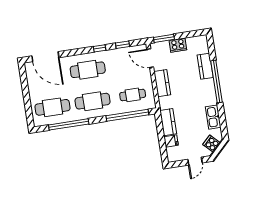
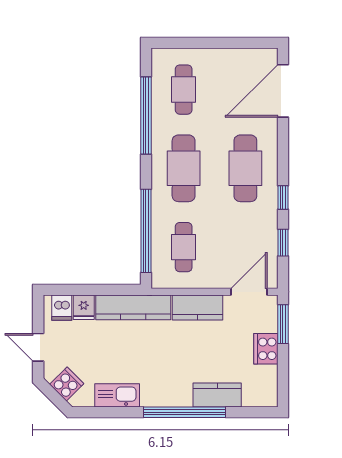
cafe table: (53, 107) -> (184, 90), width x0.73, depth x0.74
kitchen counter: (168, 122) -> (133, 307), width x1.50
dishwasher: (173, 152) -> (62, 308), added

